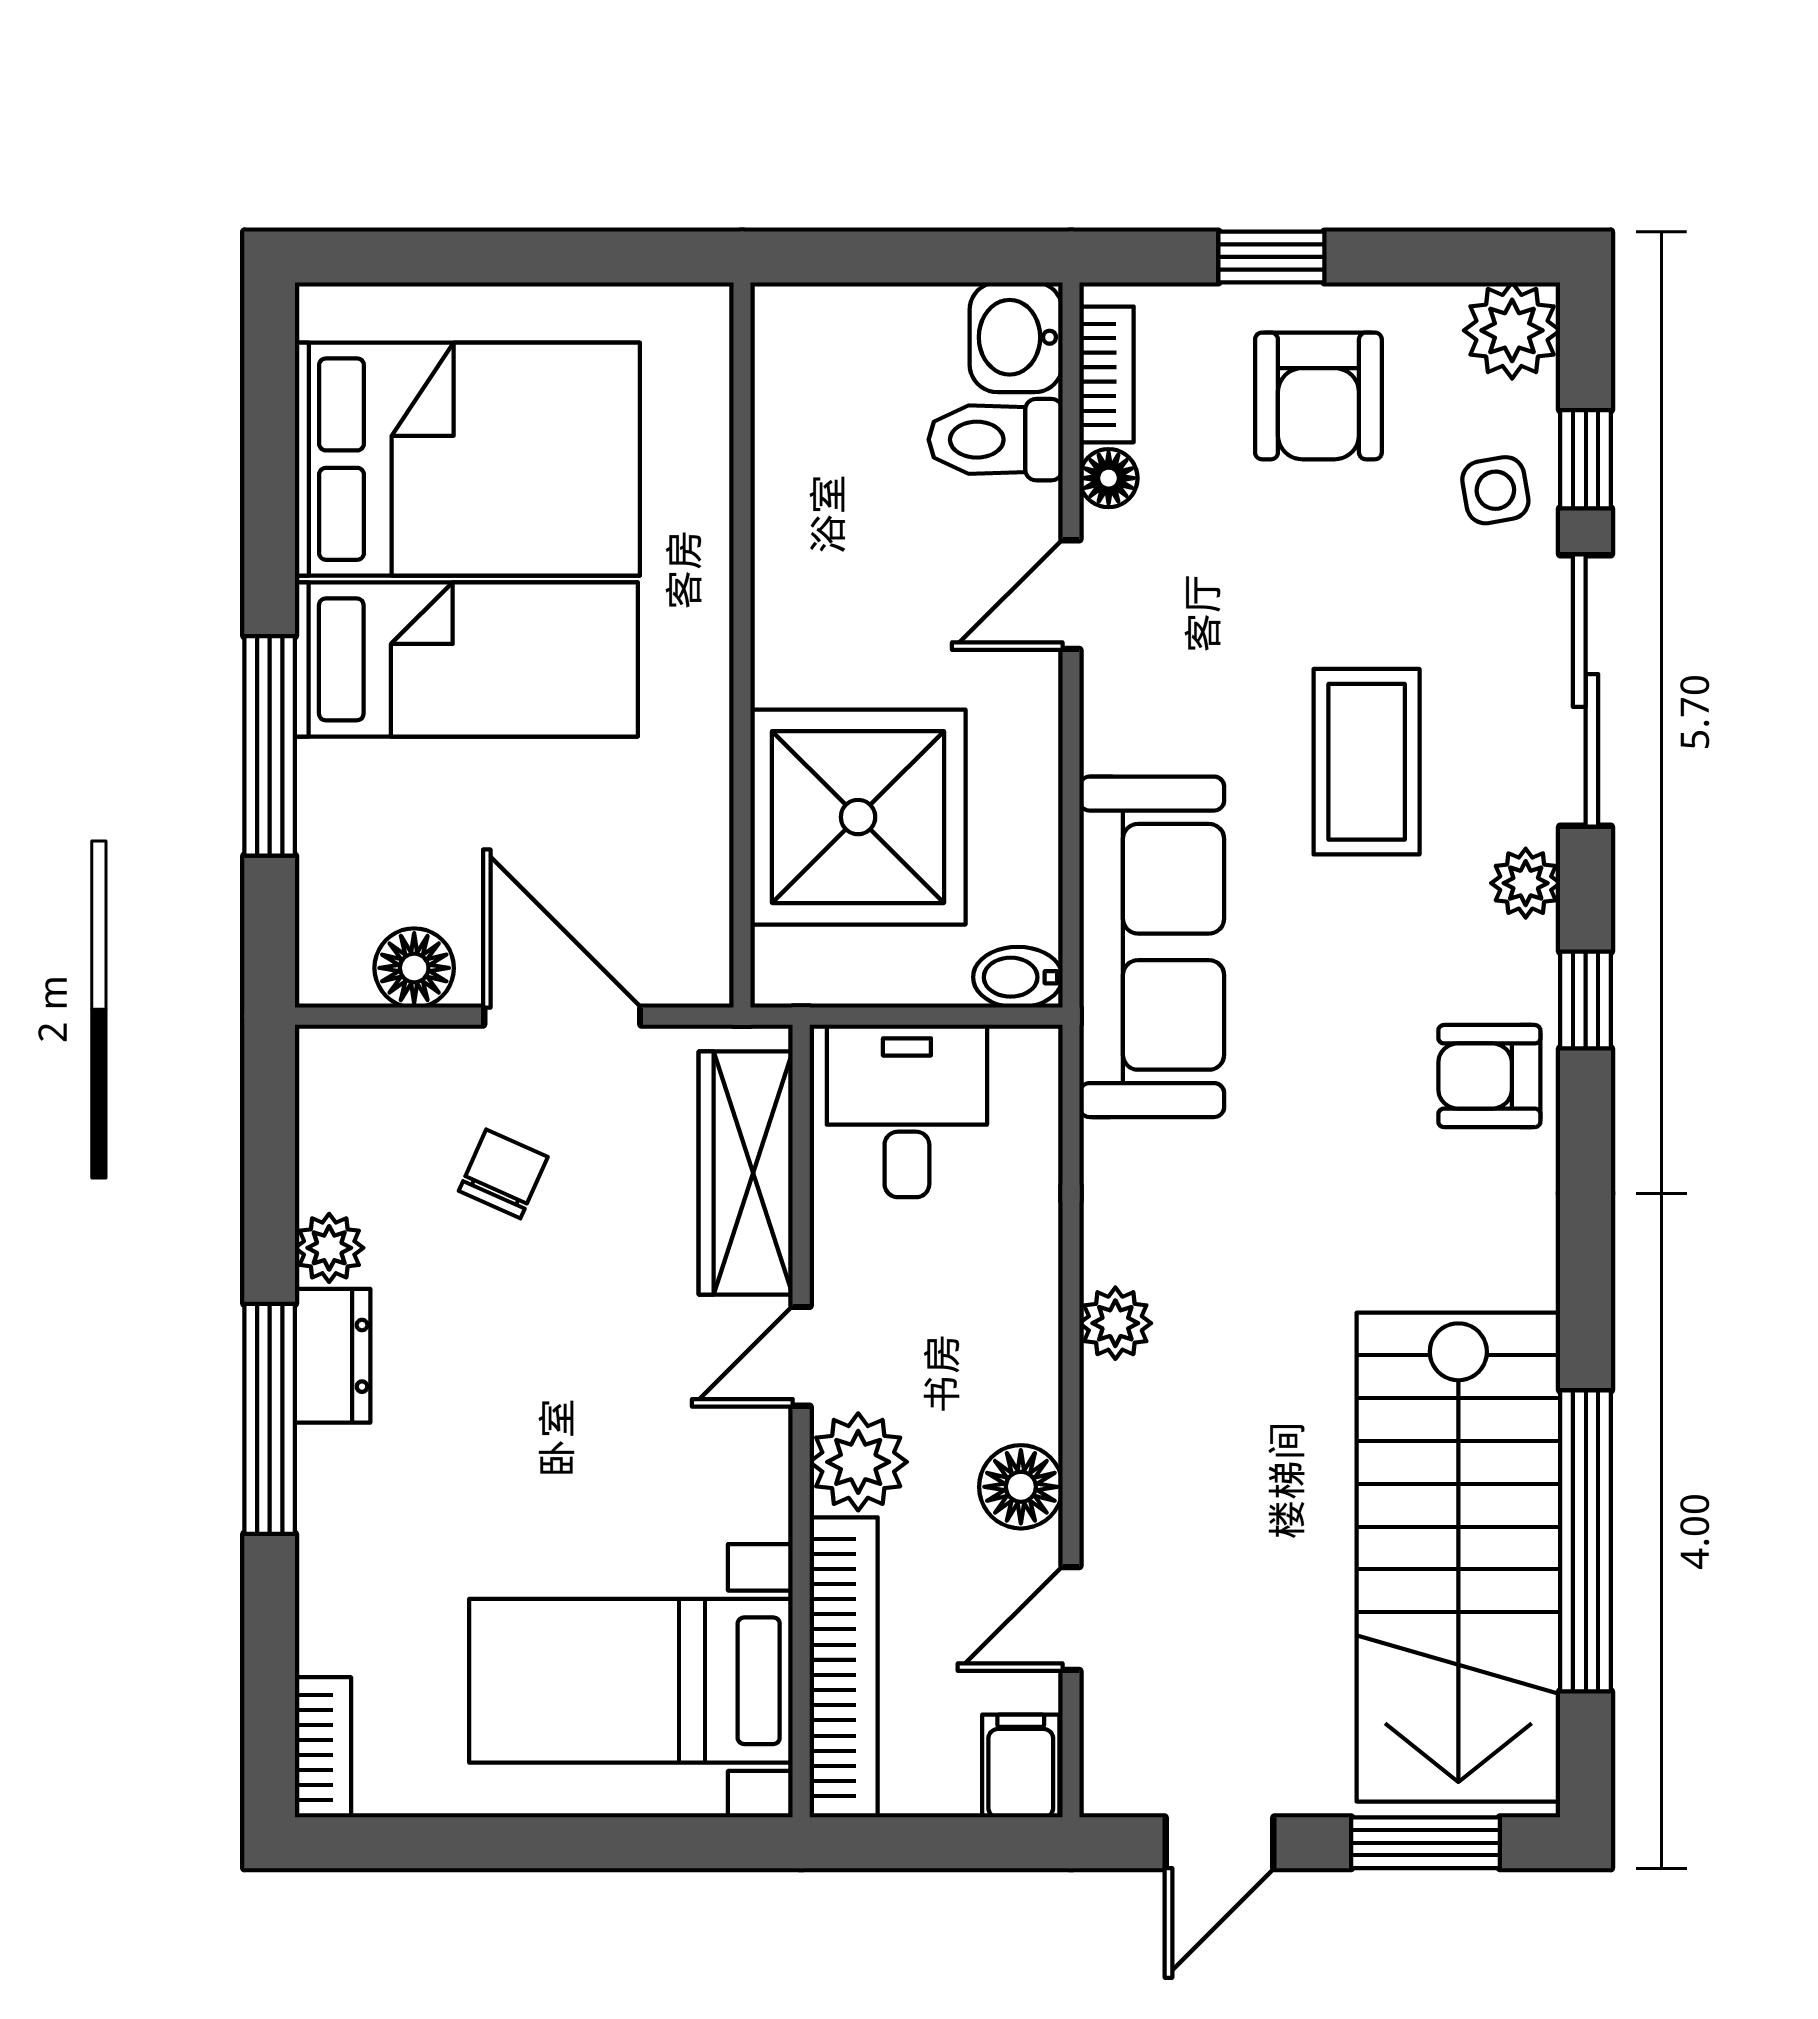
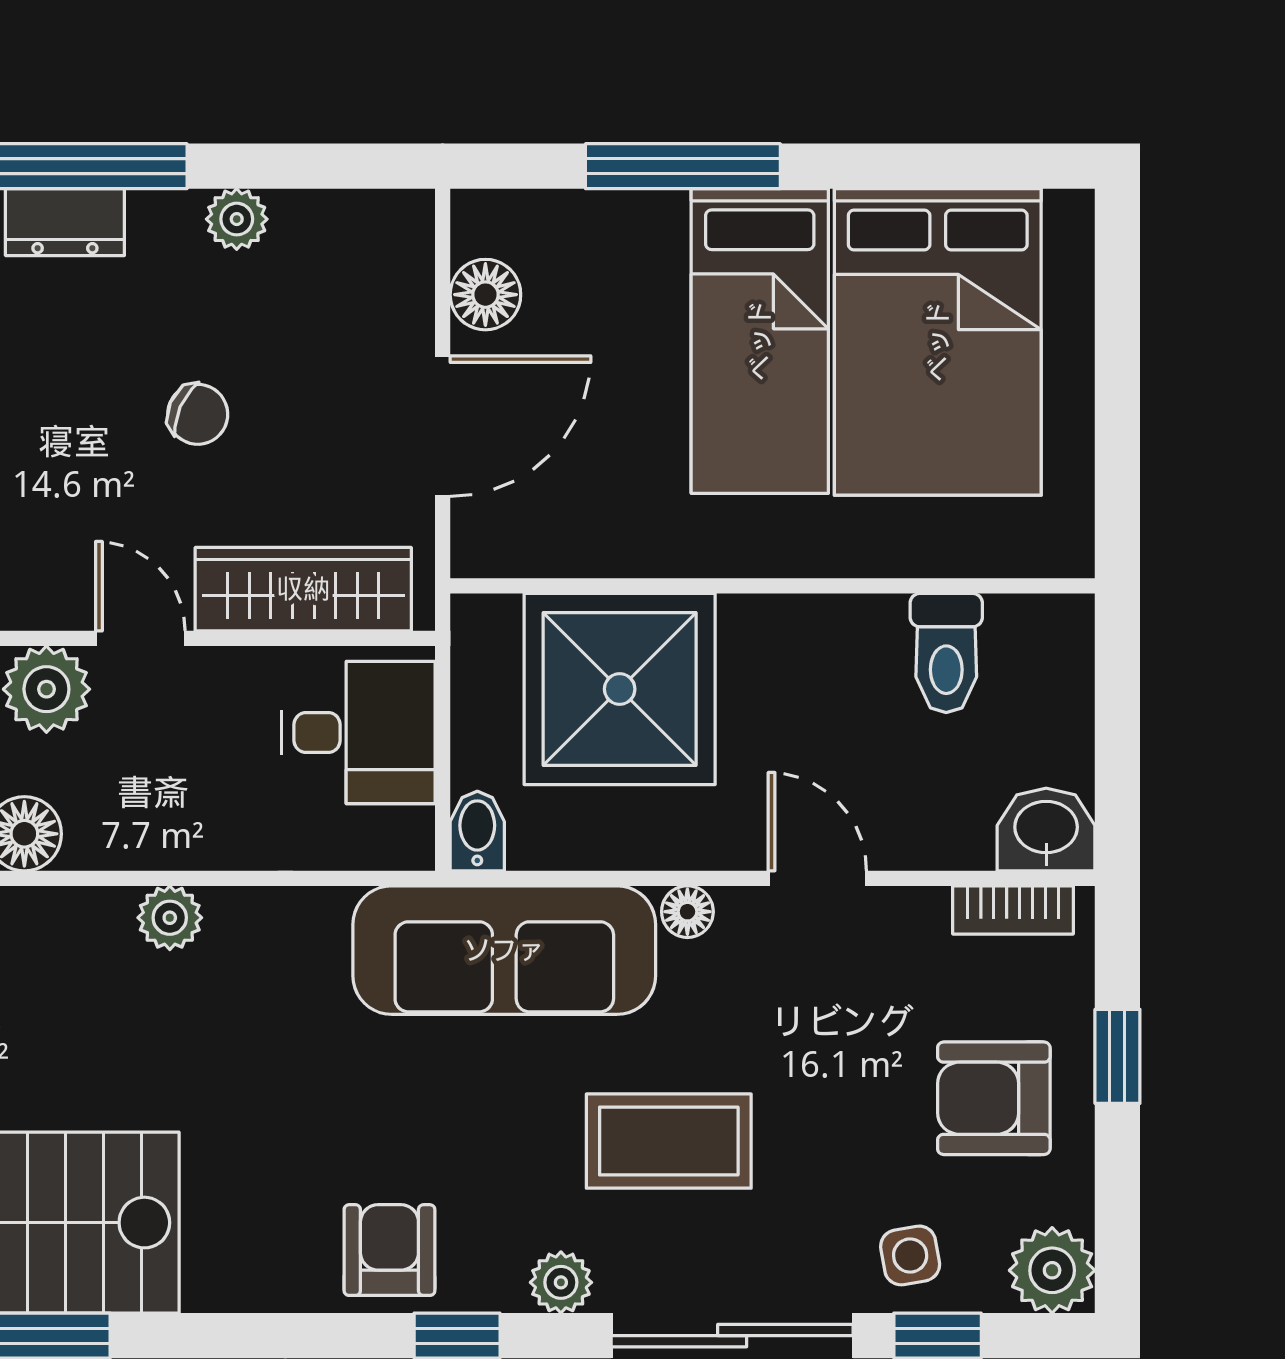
toilet: (996, 440) -> (946, 653), moved, turned 180
floor lamp: (1109, 478) -> (687, 912), moved
chair: (503, 1174) -> (198, 414), moved
dresser: (333, 1356) -> (65, 222), moved

